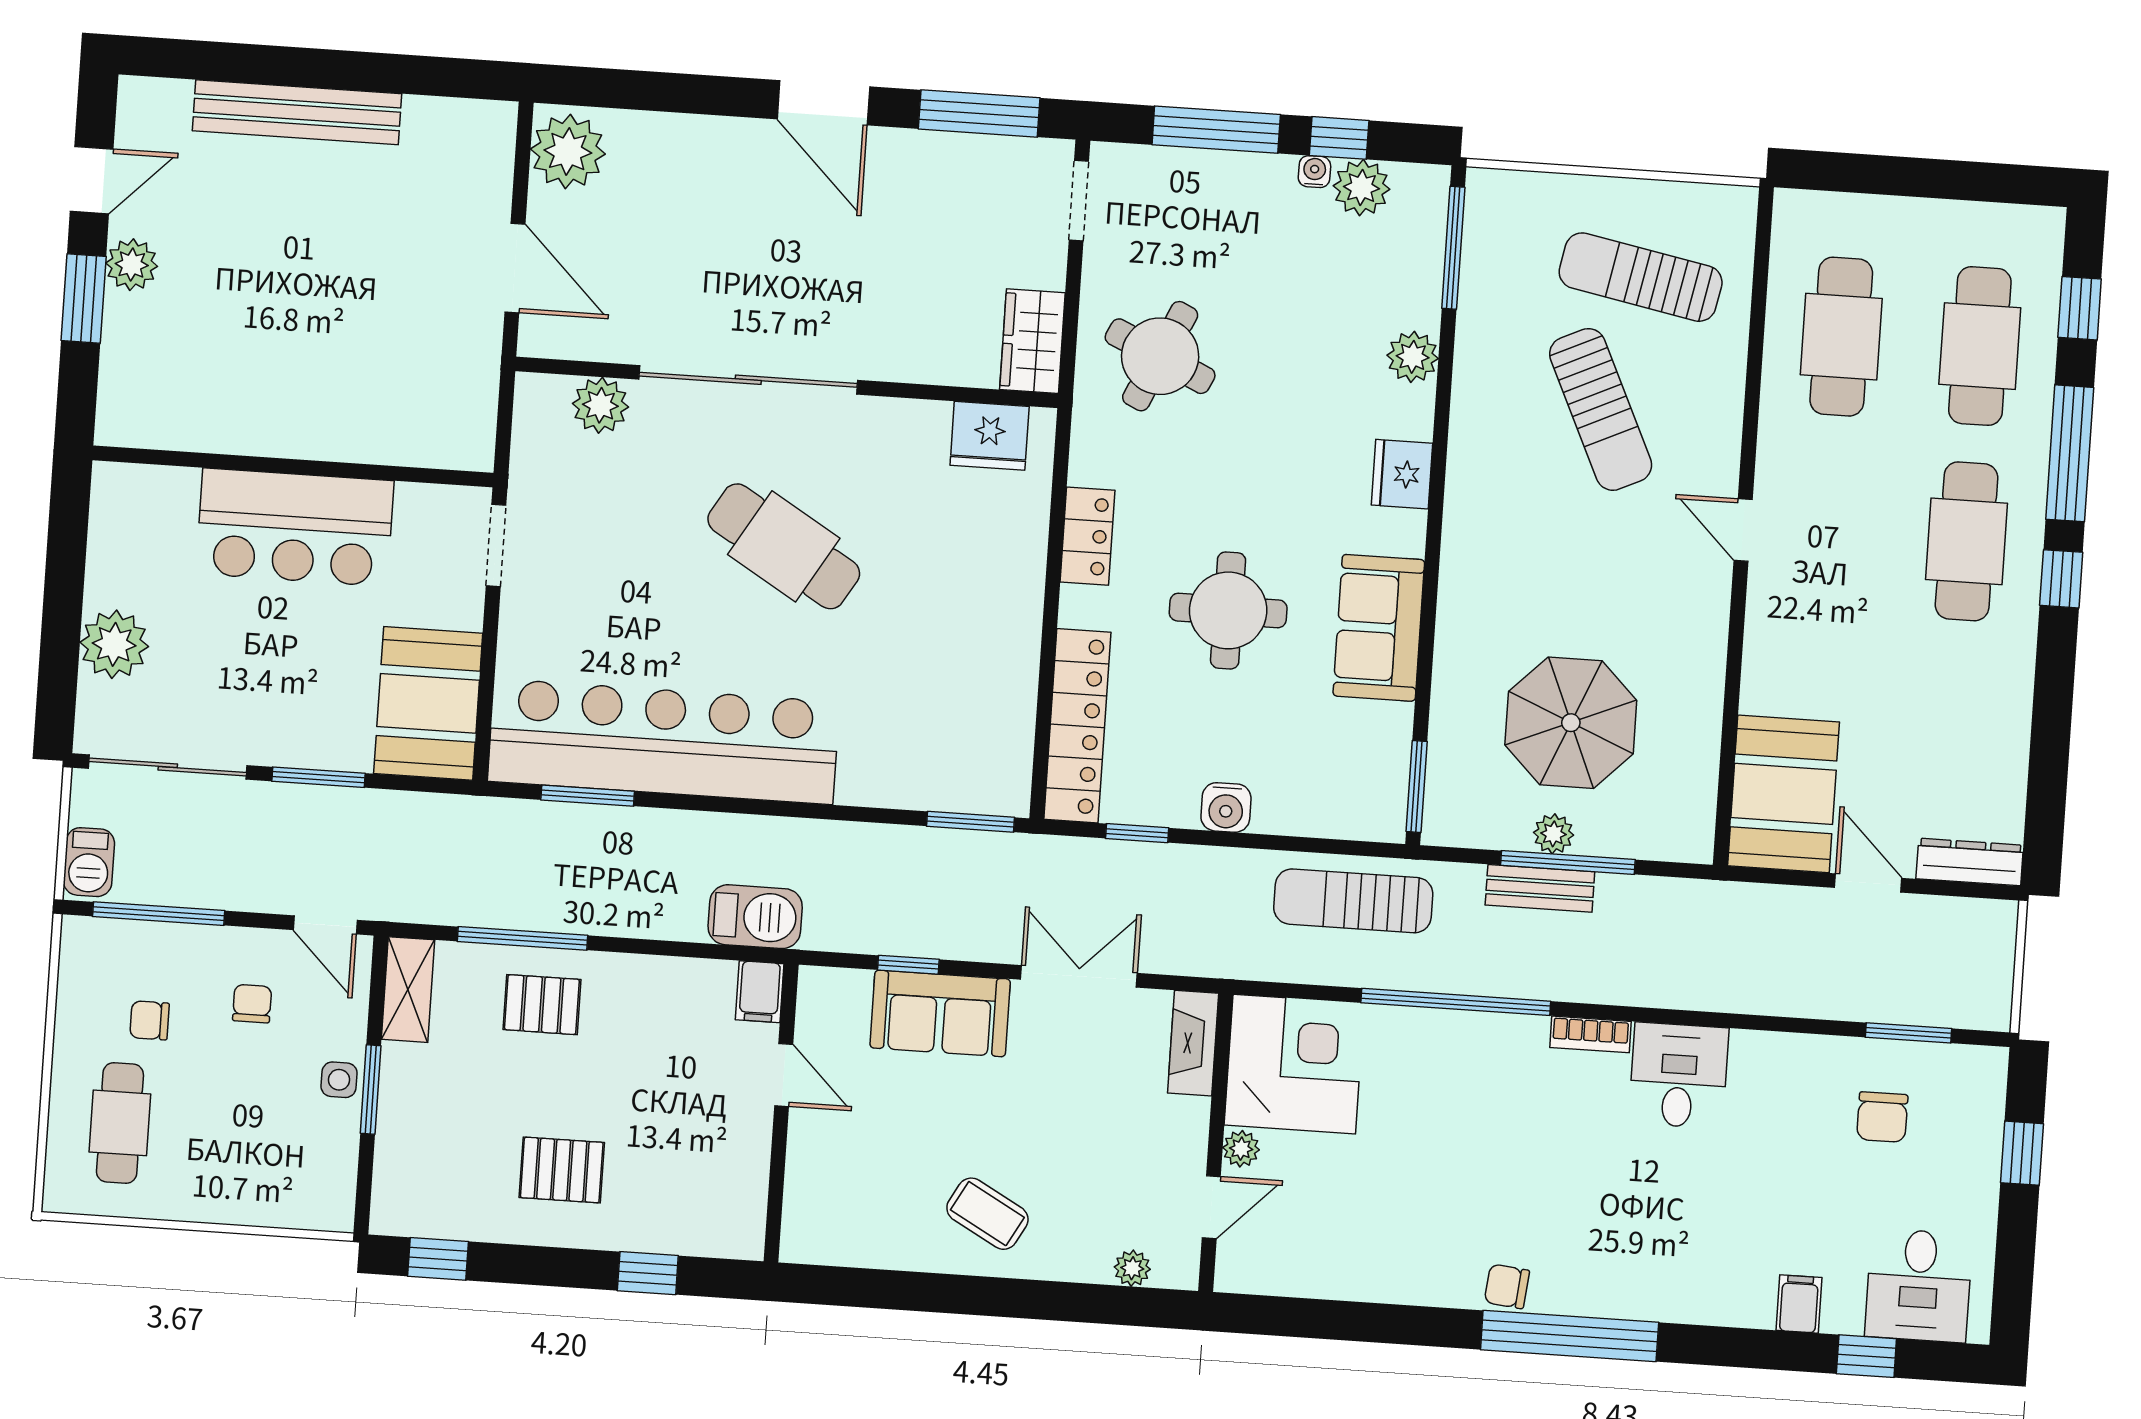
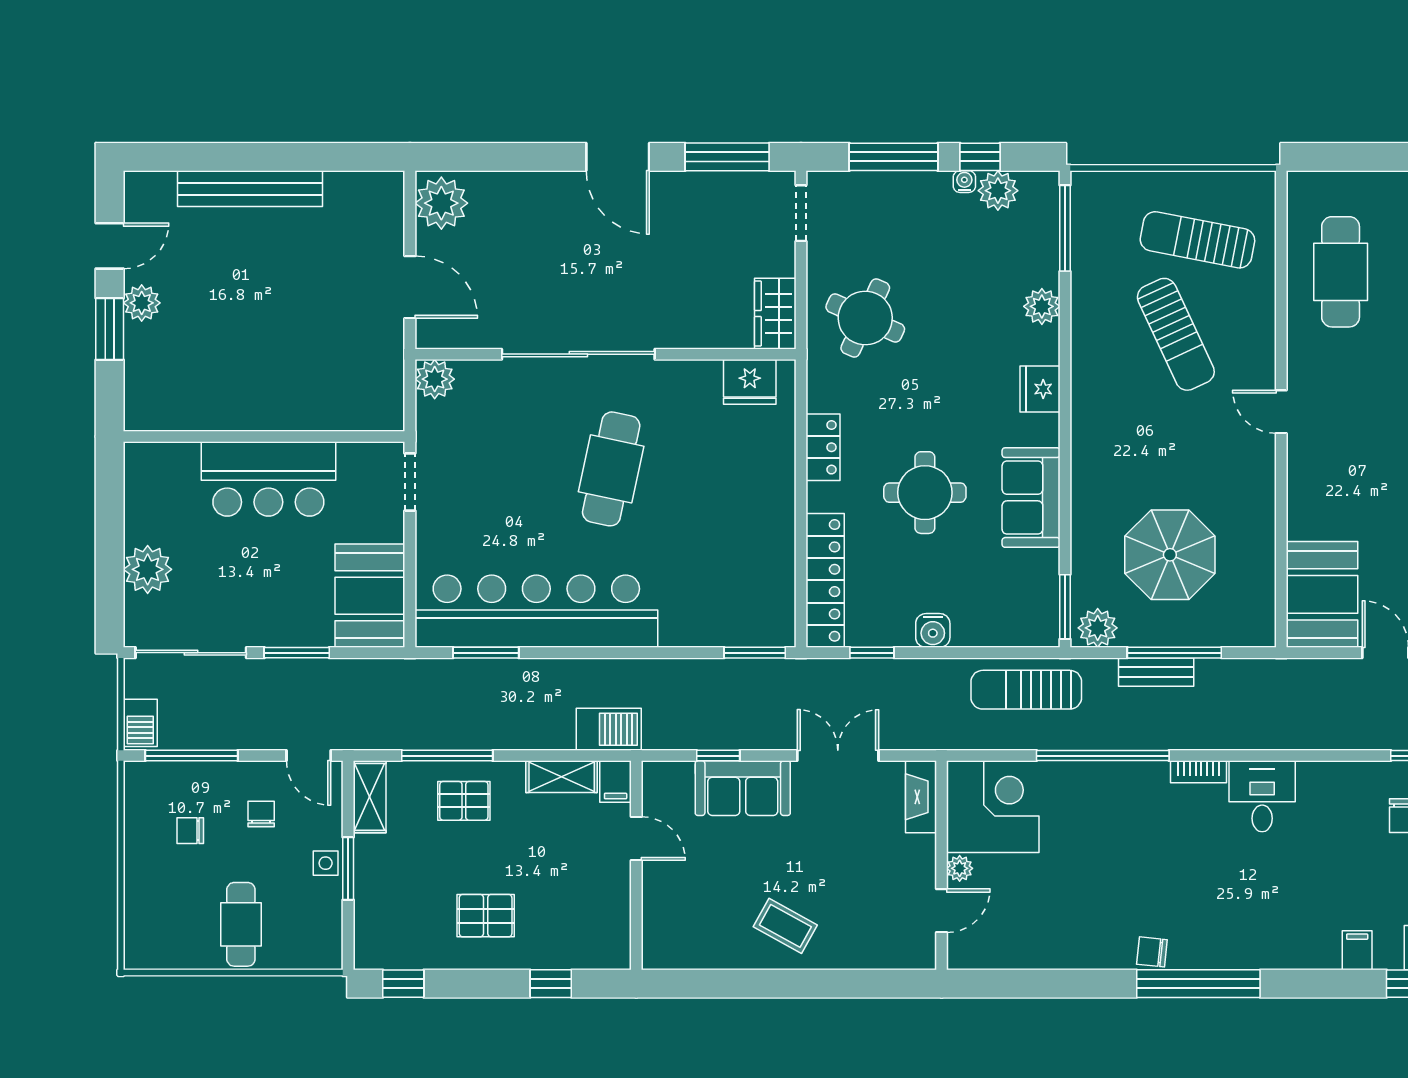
plant: (600, 405) -> (435, 379), moved
cafe table: (784, 546) -> (611, 469), turned 71
plant: (1553, 834) -> (1098, 628), moved, width x1.38, depth x1.38
shelving: (683, 980) -> (562, 777), added
cafe table: (120, 1123) -> (241, 924), moved
plant: (1132, 1268) -> (889, 957), removed

